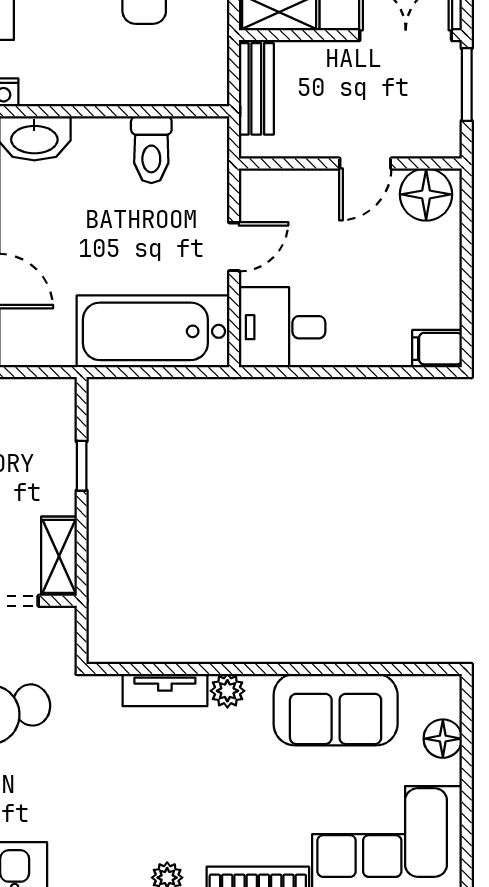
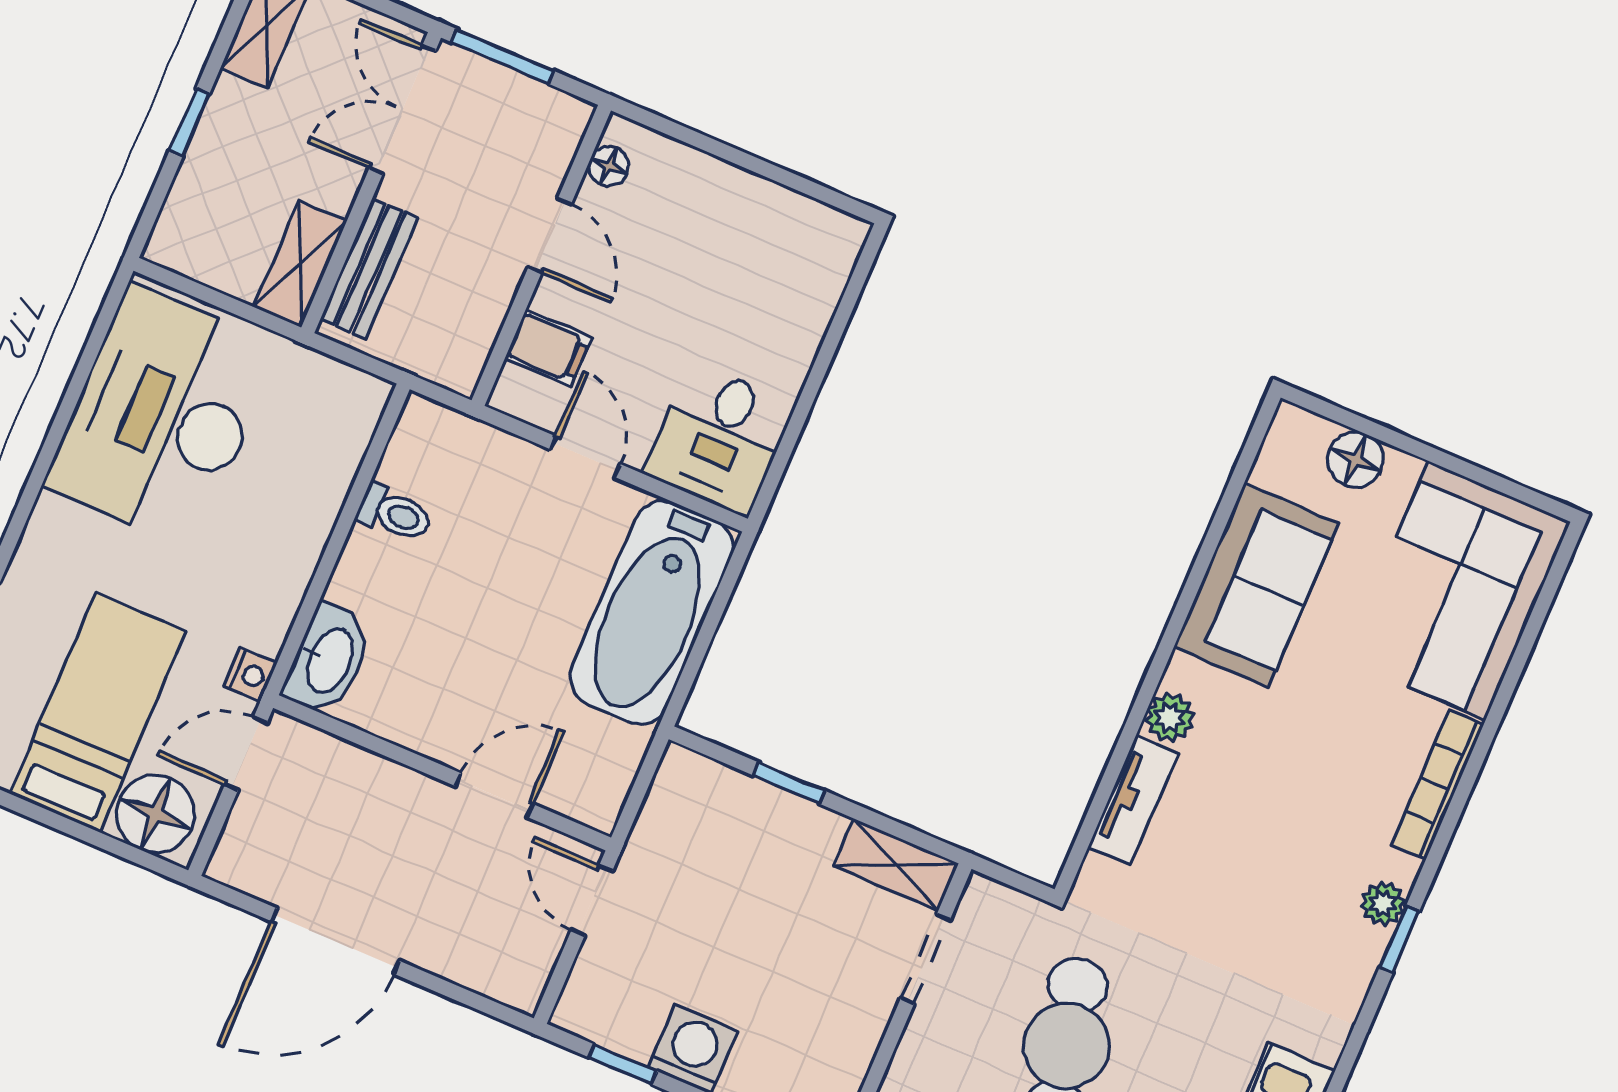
bench: (256, 89) -> (369, 269), moved, turned 90
toilet: (151, 150) -> (394, 513), width x0.73, depth x0.72
floor lamp: (426, 194) -> (609, 166), width x0.53, depth x0.53
filing cabinet: (437, 349) -> (548, 348), moved, turned -90

